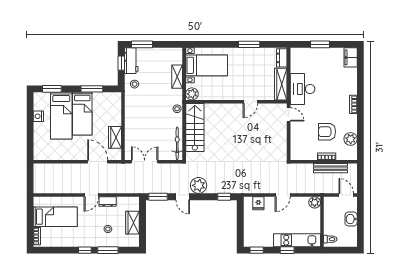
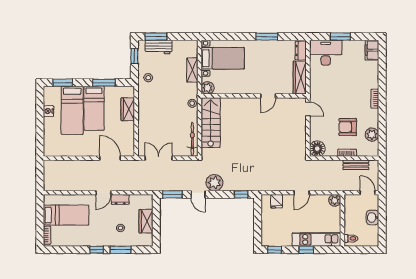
workbench: (131, 61) -> (159, 47), moved, turned 90
desk: (303, 89) -> (326, 53), moved, turned 90
wardrobe: (115, 137) -> (128, 109), moved
floor lamp: (298, 153) -> (317, 149), added
bench: (330, 168) -> (356, 165), width x0.73

